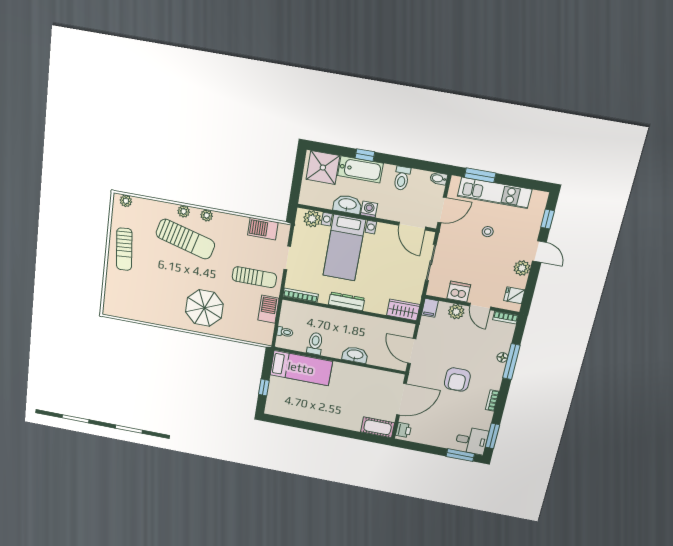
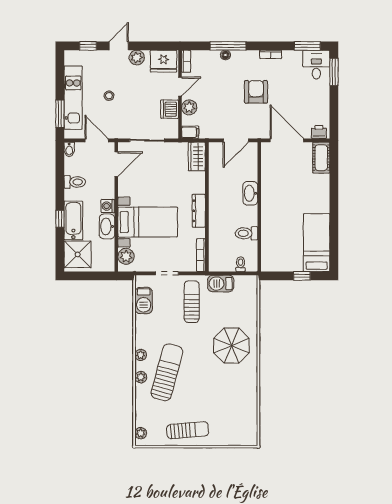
fridge: (514, 295) -> (163, 61), width x1.88, depth x1.34
bed: (301, 368) -> (317, 243), moved
armchair: (457, 380) -> (256, 92), turned -90

